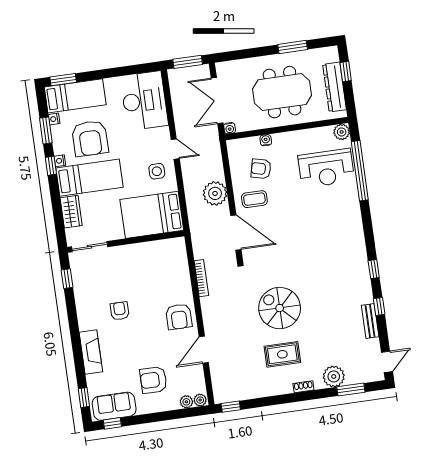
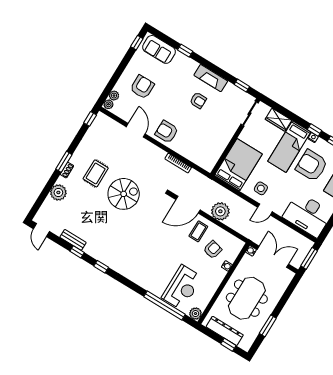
reception desk: (326, 168) -> (182, 287), turned 180
fireplace: (91, 352) -> (211, 78), moved
window: (351, 390) -> (64, 162), moved
window: (84, 398) -> (185, 51), moved
sofa: (114, 406) -> (159, 49), moved, turned 90

